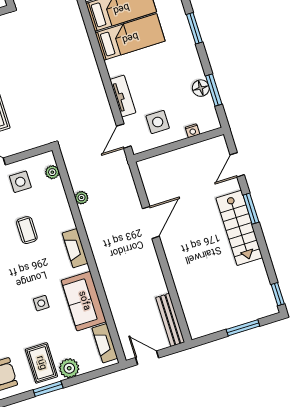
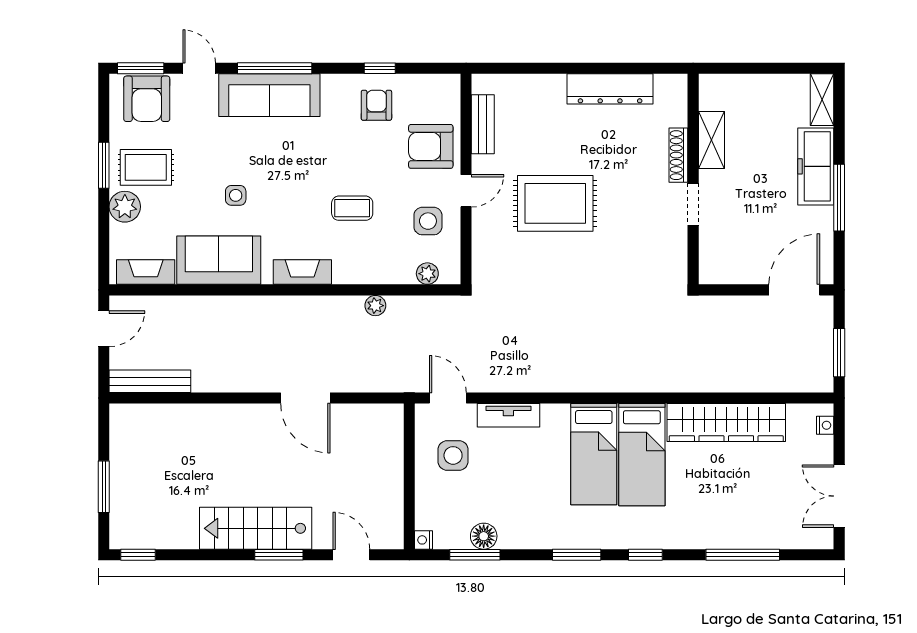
nightstand: (192, 131) -> (424, 540), moved

